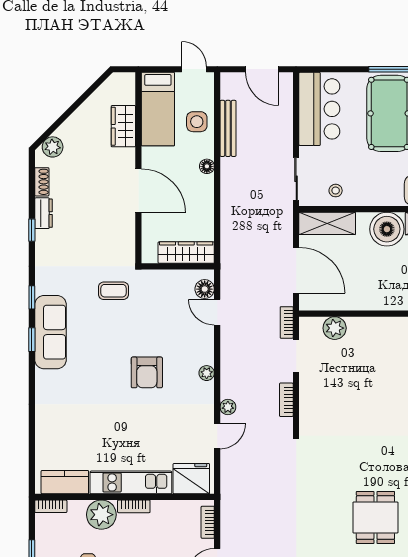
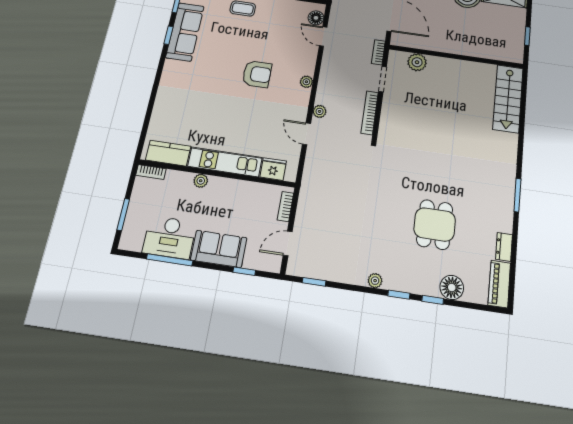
armchair: (147, 372) -> (257, 74), turned -90
bookcase: (286, 400) -> (370, 113), width x1.56
door: (217, 436) -> (306, 134), swing flipped
fridge: (191, 479) -> (273, 169), width x0.73, depth x0.75
bookcase: (134, 506) -> (223, 183), removed
plant: (101, 515) -> (201, 181), width x0.53, depth x0.53

